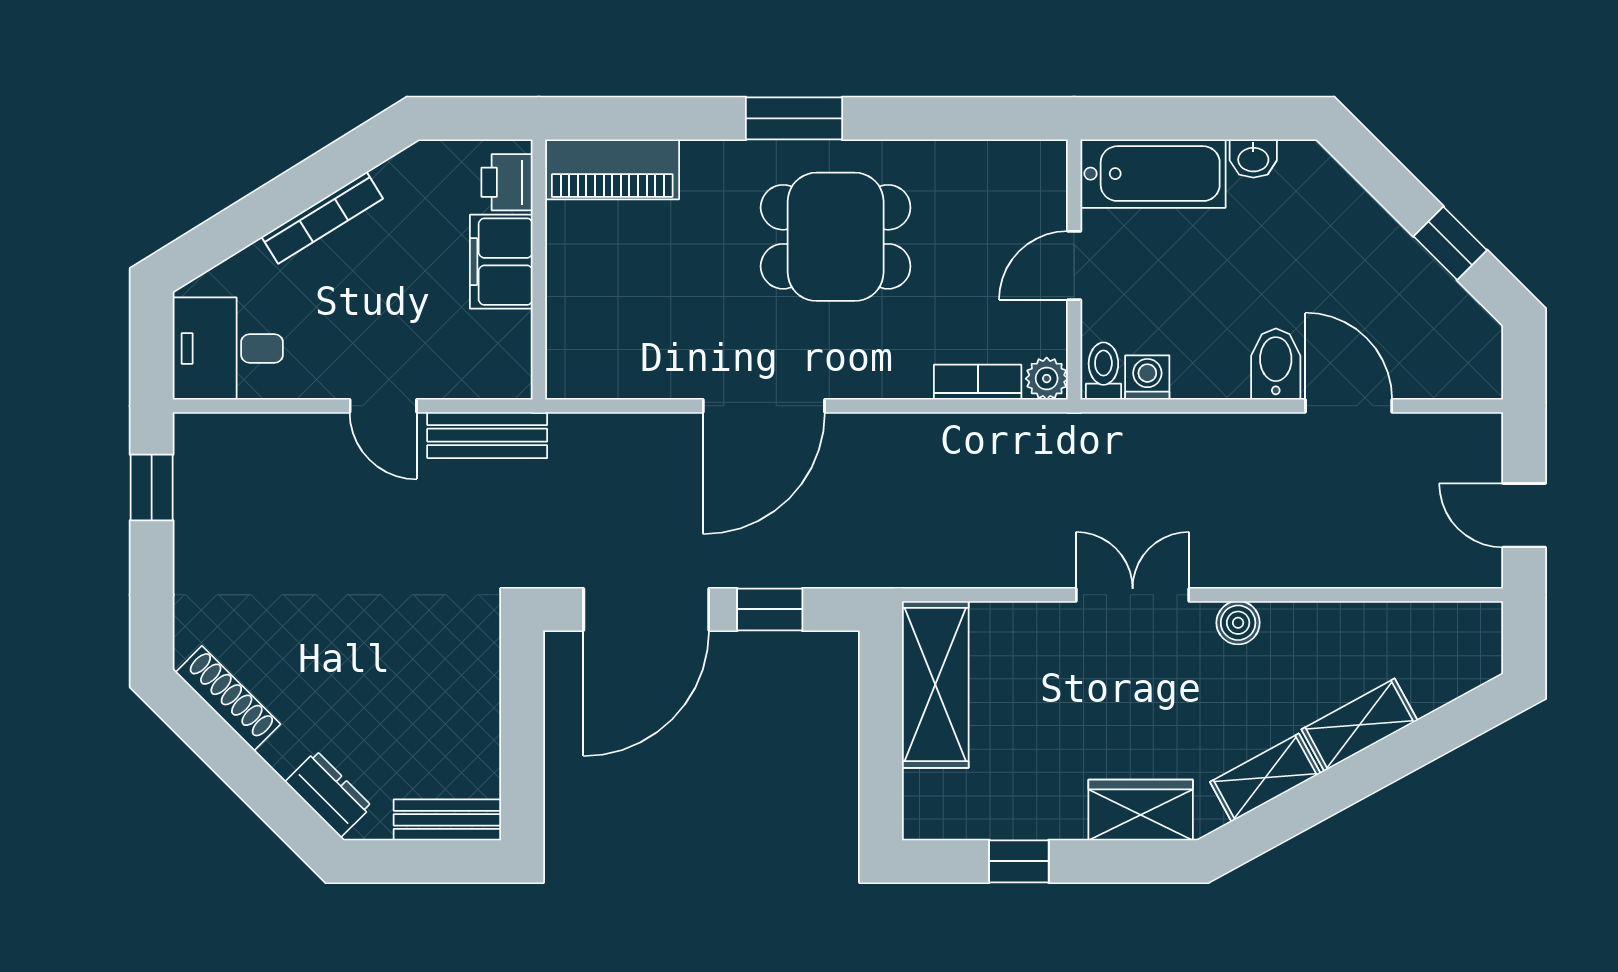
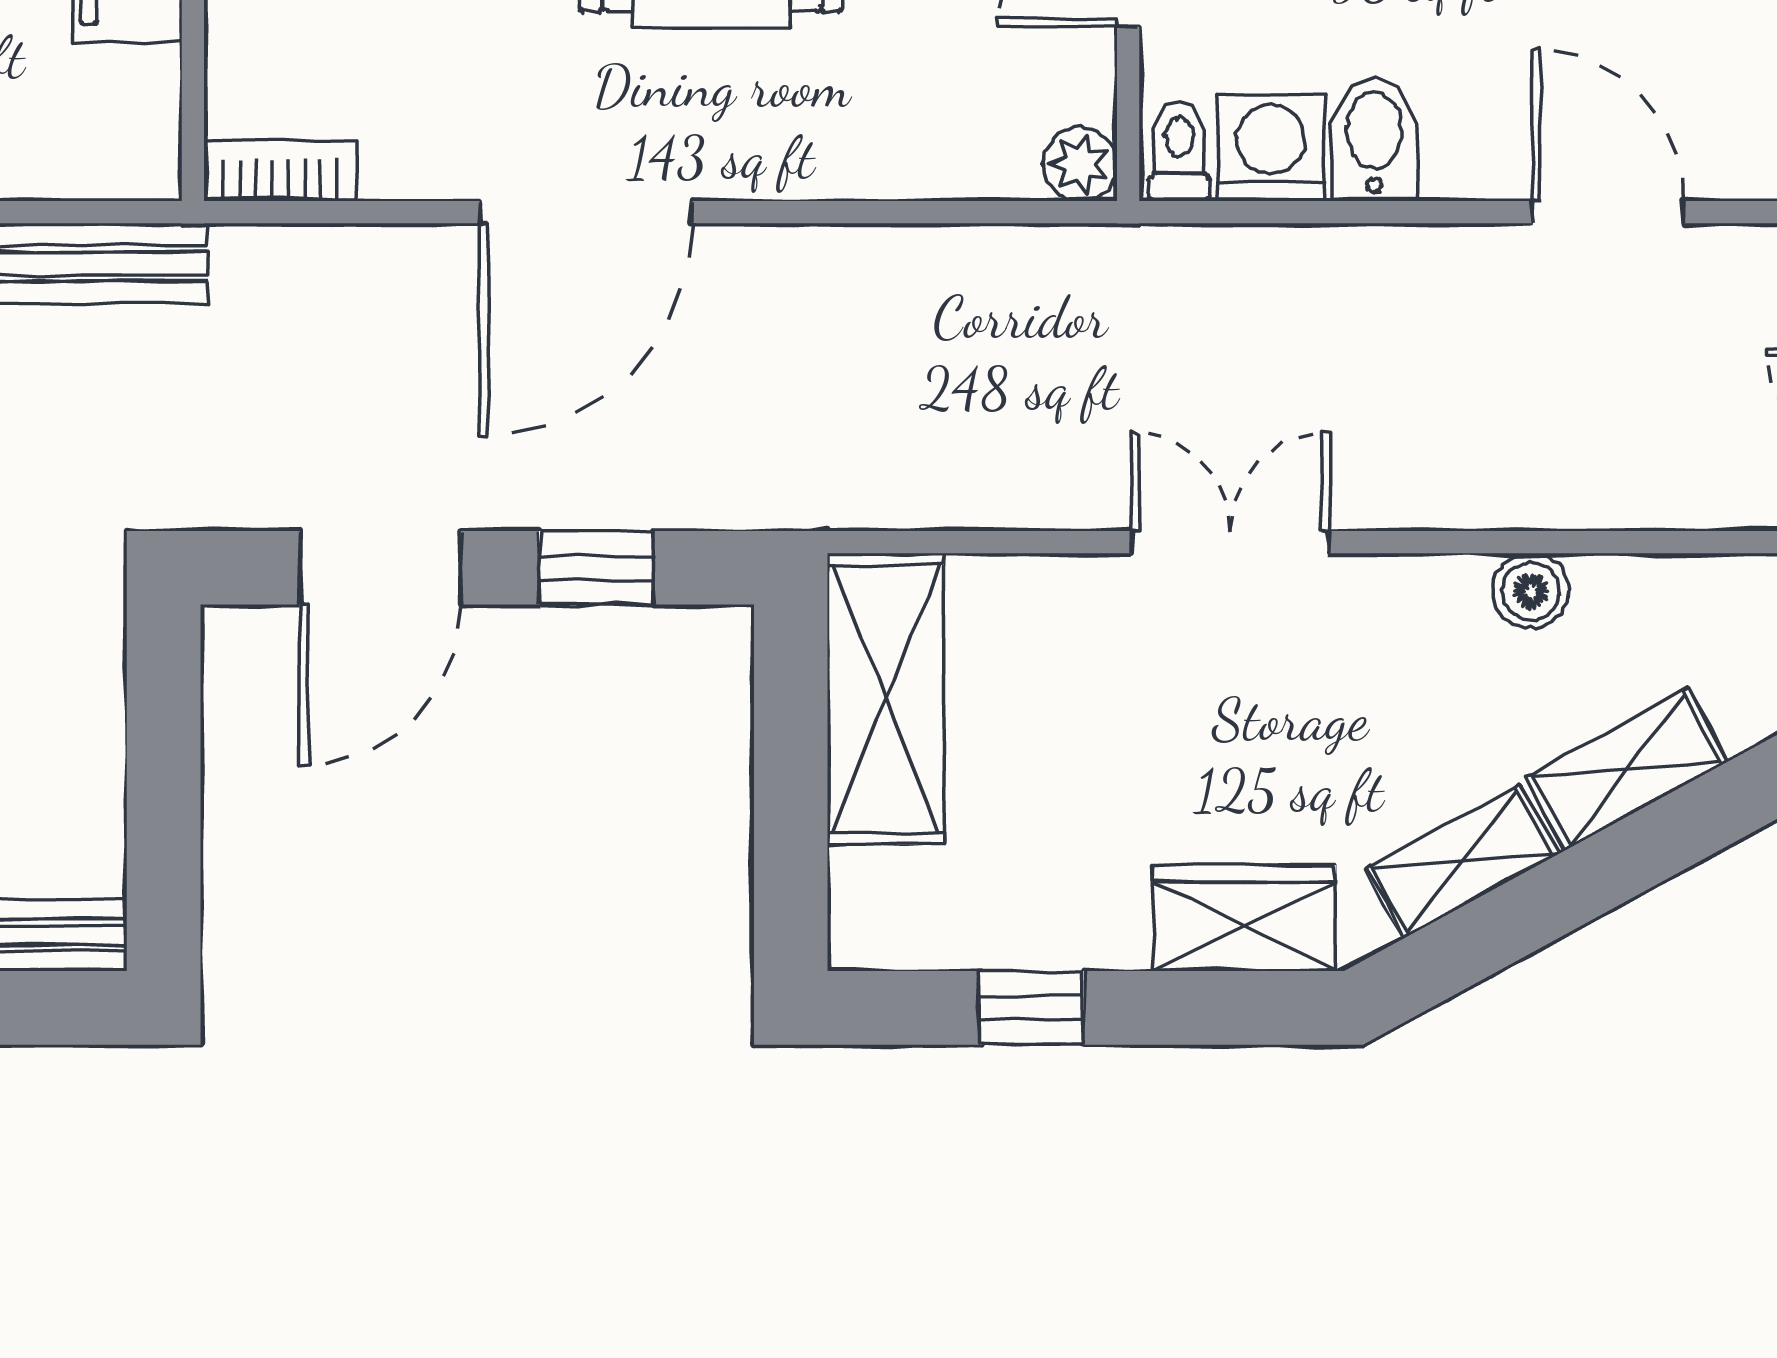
bidet: (1276, 364) -> (1374, 139), moved
washing machine: (1147, 377) -> (1271, 148), width x1.38, depth x1.38
bookcase: (978, 382) -> (280, 171), moved
door: (646, 609) -> (380, 568), width x0.73
boiler: (1238, 623) -> (1531, 591), moved

